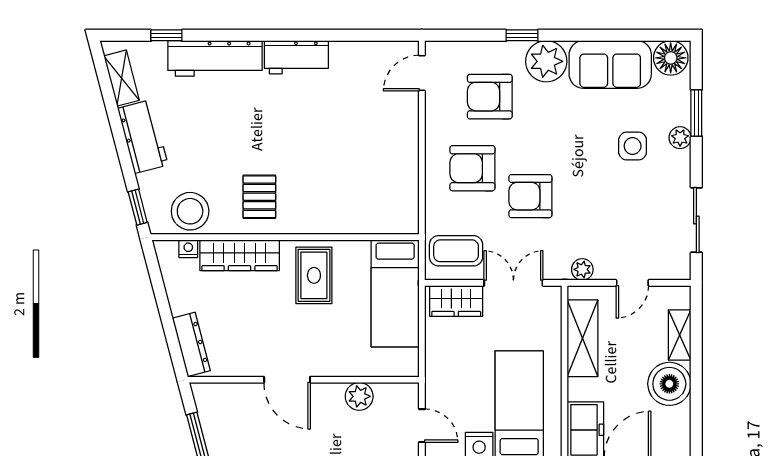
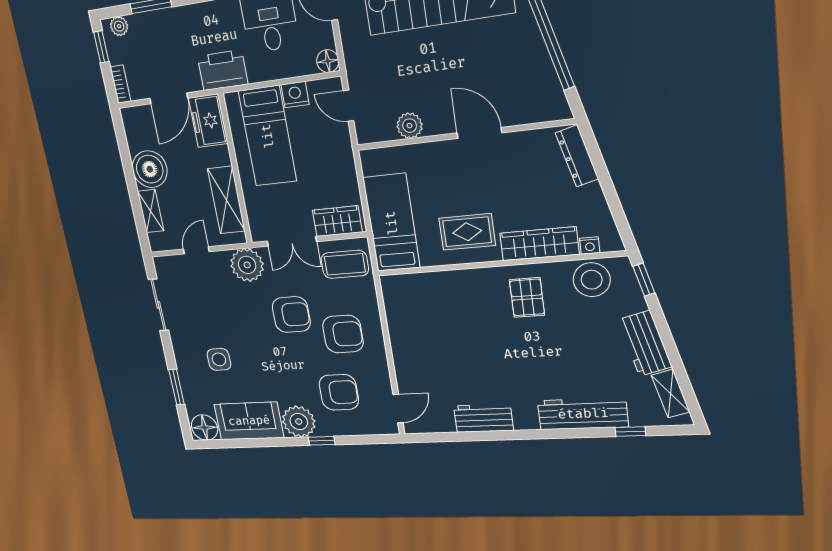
workbench: (296, 57) -> (483, 418), moved
plant: (680, 138) -> (185, 368), removed
plant: (582, 269) -> (247, 265), width x1.87, depth x1.87
rug: (314, 275) -> (467, 232), turned 90

